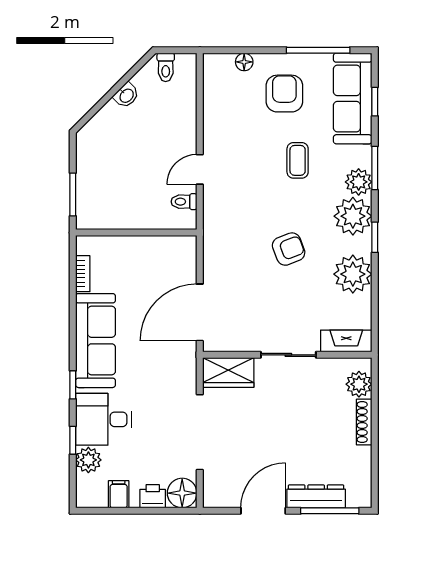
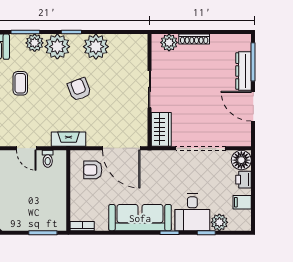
coffee table: (298, 160) -> (20, 83), turned 90
armchair: (167, 269) -> (93, 170), added
bookcase: (83, 274) -> (82, 226), moved
fireplace: (346, 341) -> (69, 139), moved, turned 90

